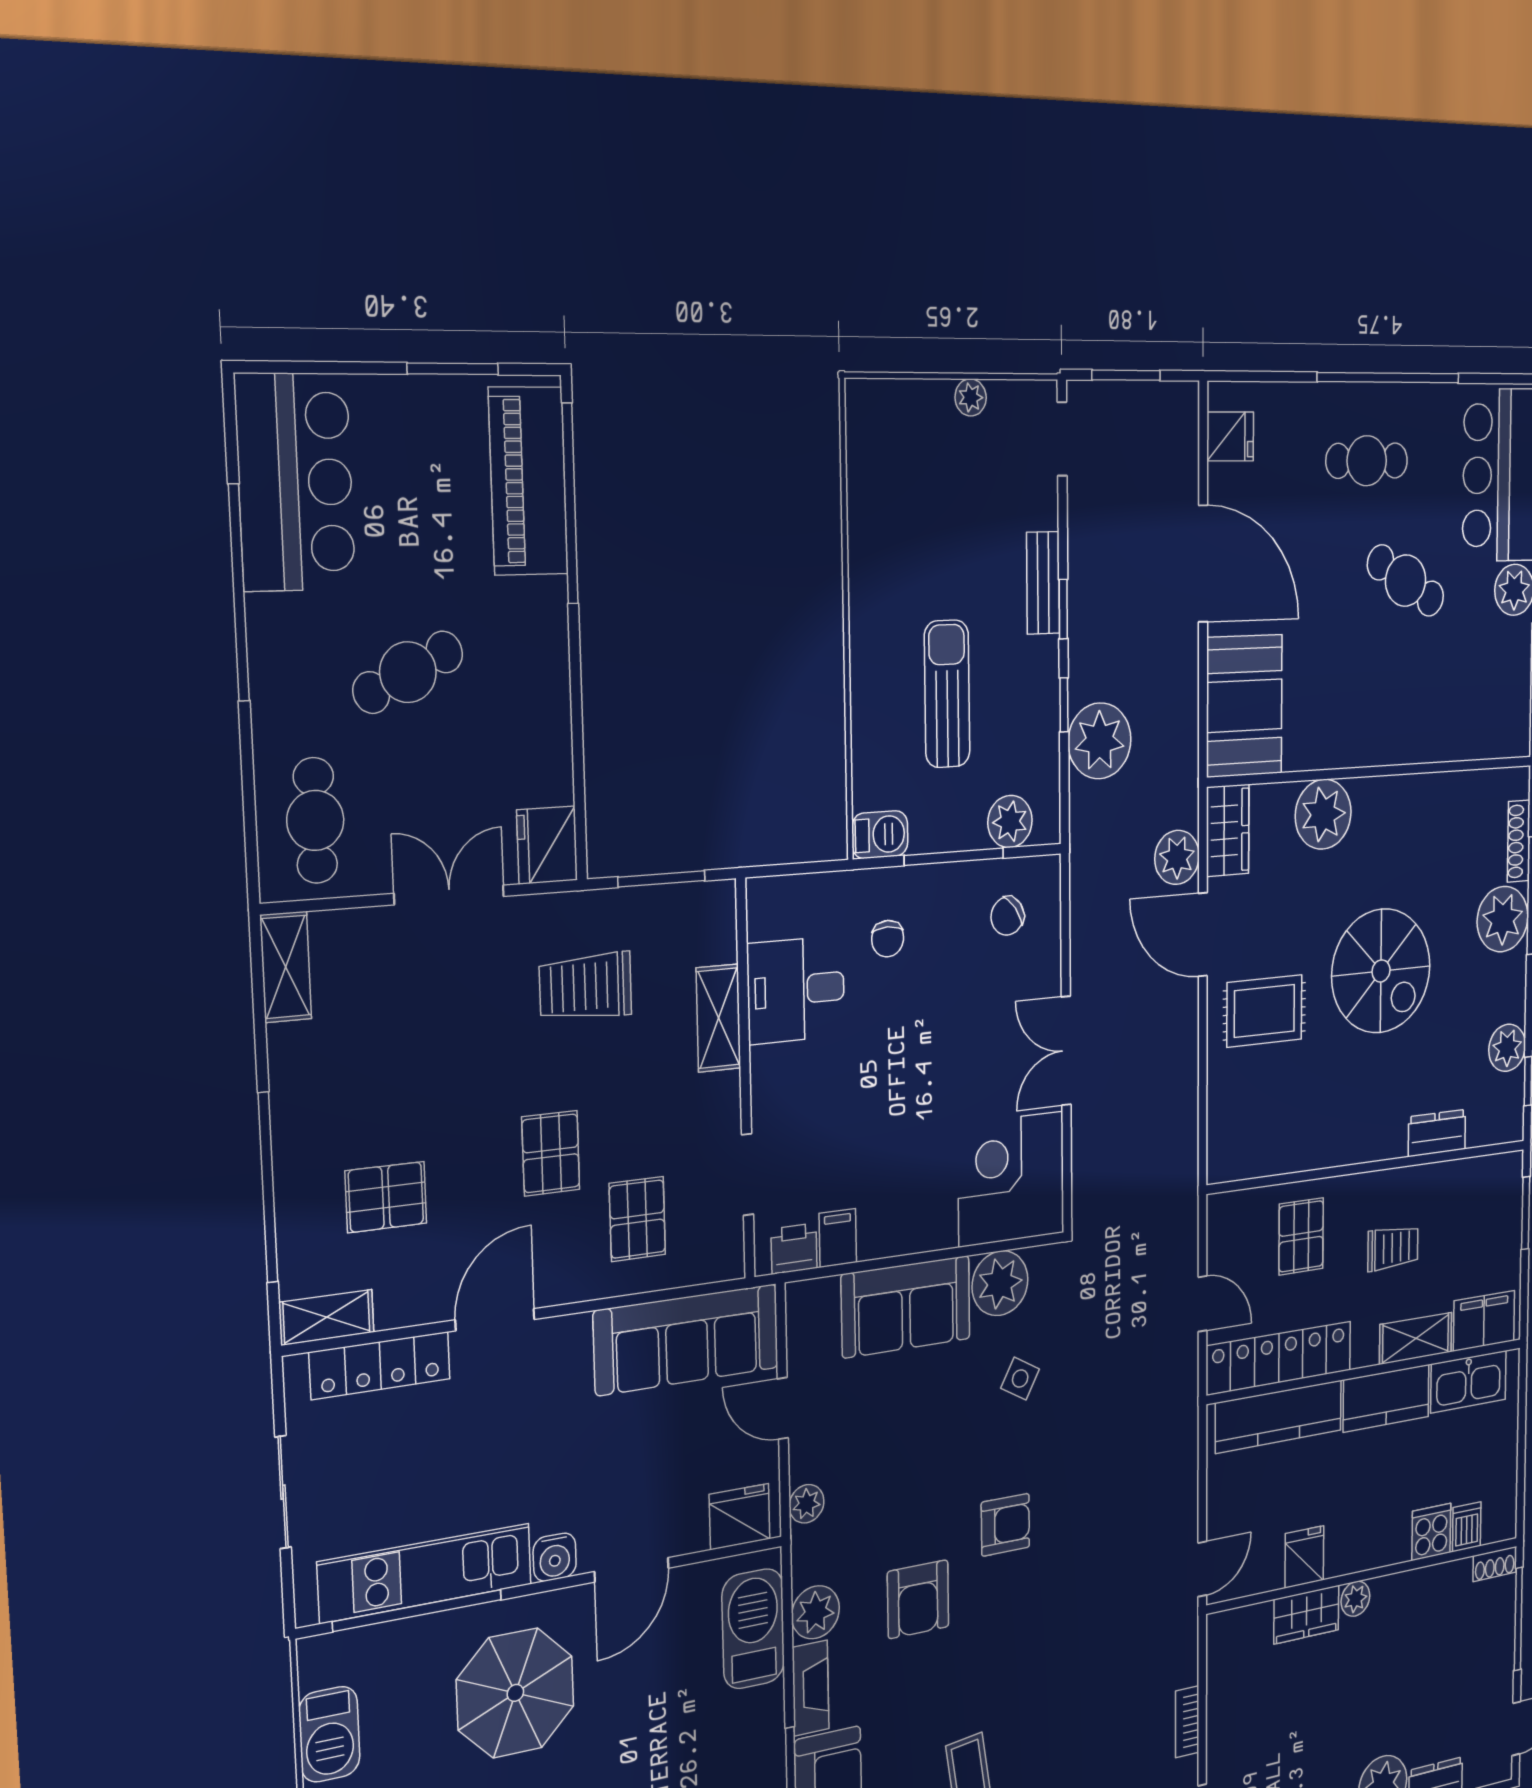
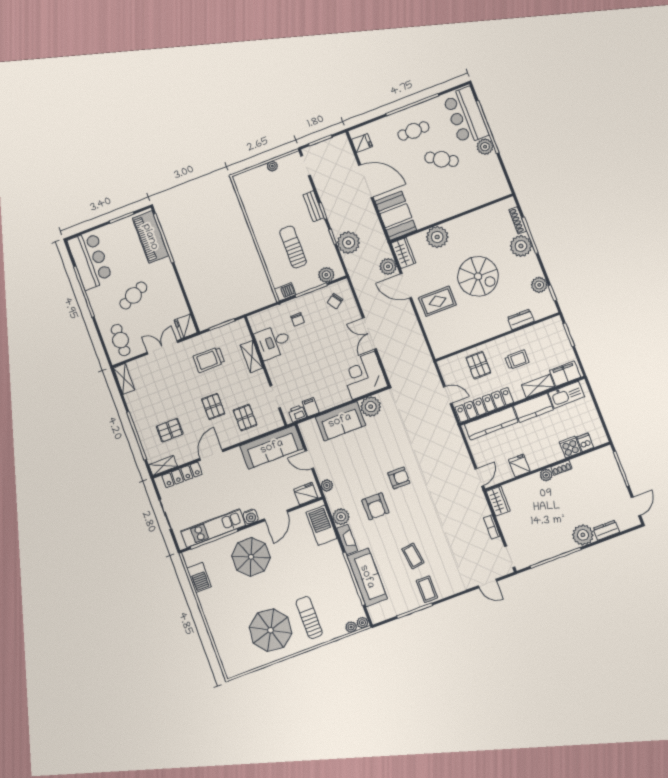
side table: (1020, 1379) -> (388, 433), removed
shoe rack: (1495, 1564) -> (561, 468), moved
wardrobe: (1306, 1615) -> (498, 501), moved, turned -90

